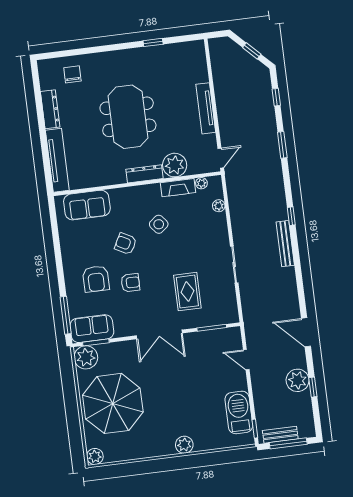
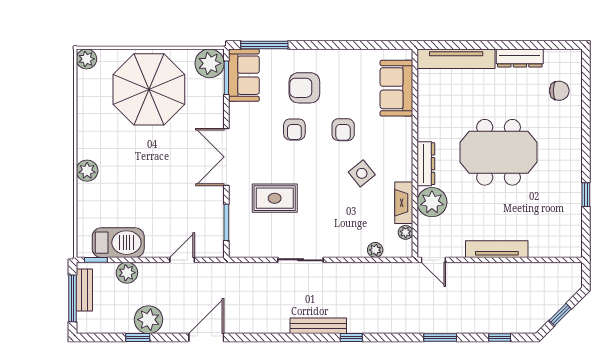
armchair: (126, 244) -> (343, 130), turned 152
plant: (262, 402) -> (127, 273), added

